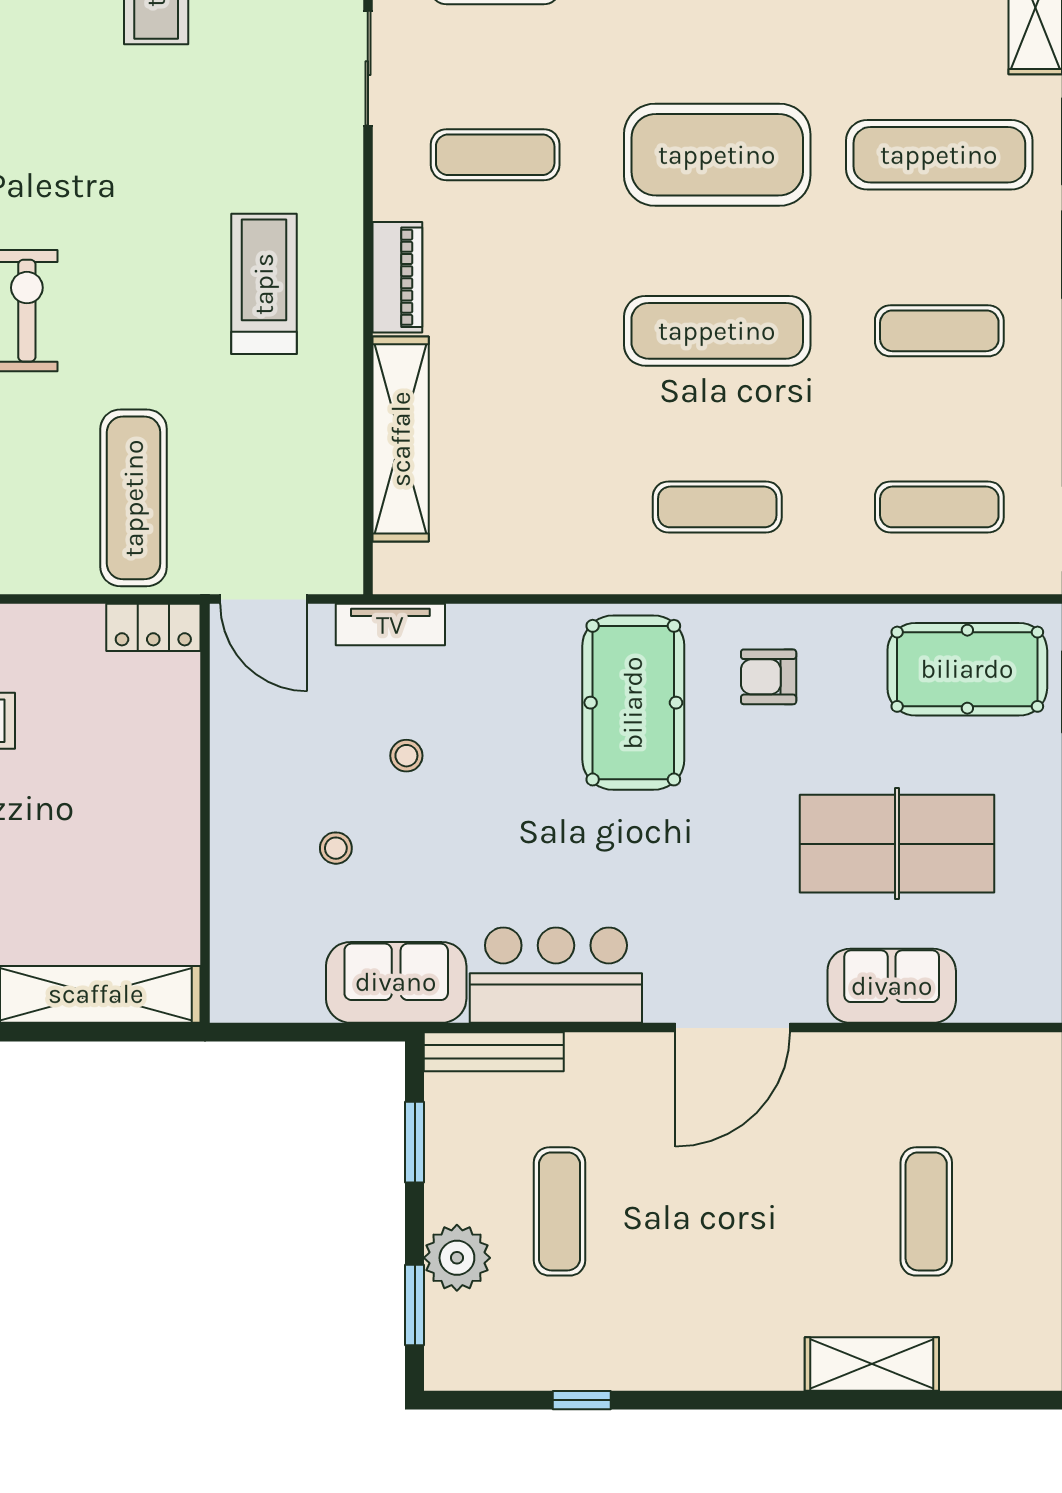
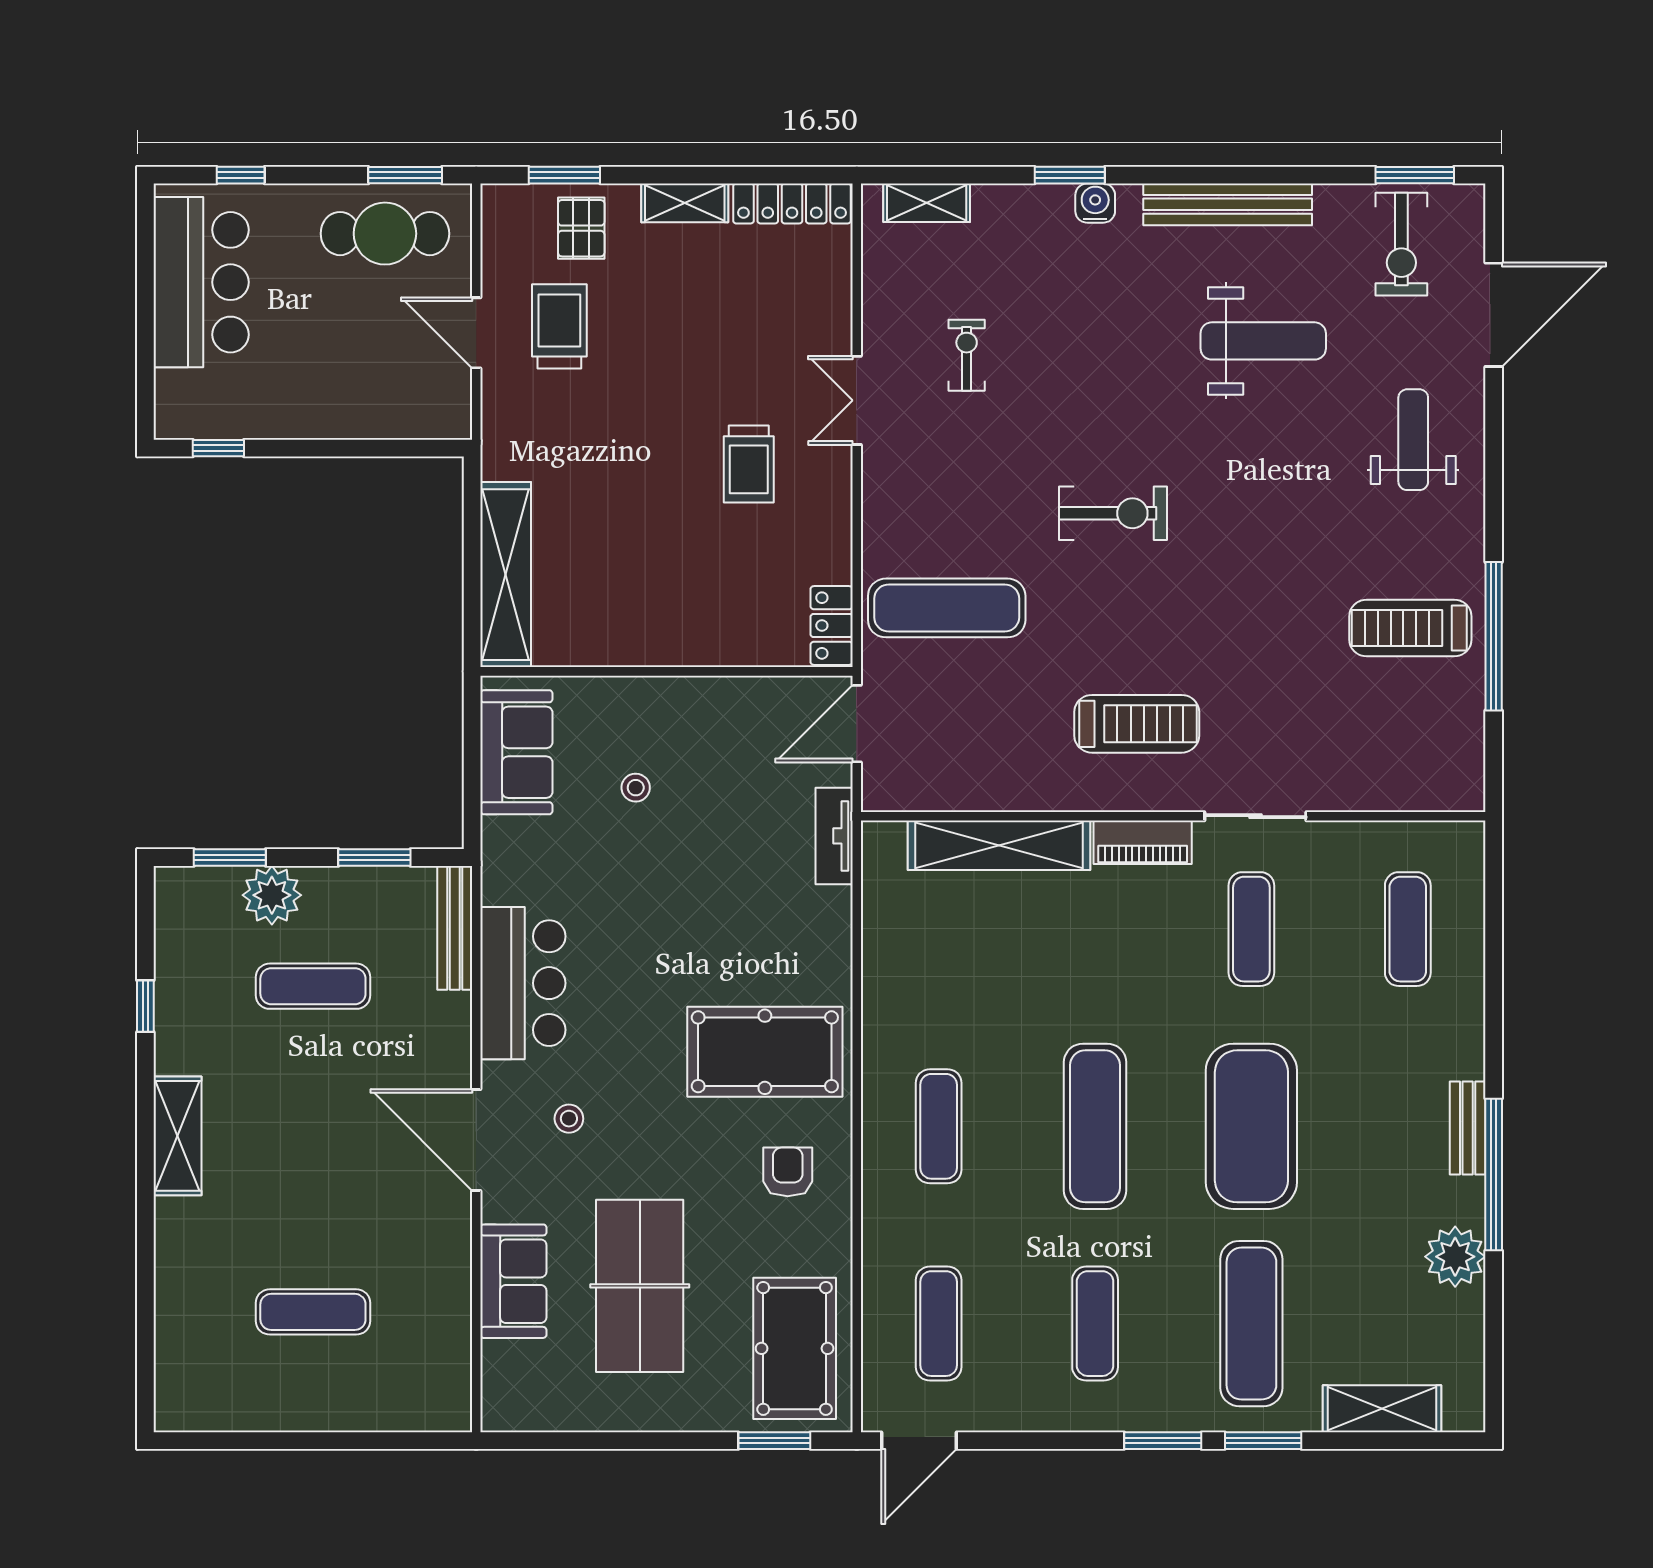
sliding door: (368, 68) -> (1255, 816), moved
stool: (406, 756) -> (569, 1119), moved
sofa: (396, 982) -> (516, 752), moved
shelving: (872, 1364) -> (178, 1136), moved

